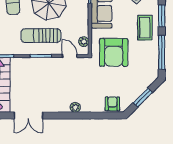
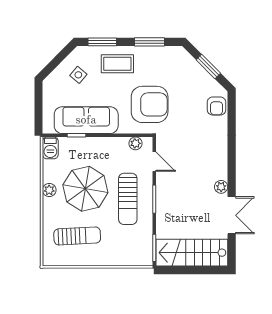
window: (162, 52) -> (150, 42), width x0.69
door: (70, 56) -> (154, 162), swing flipped
armchair: (112, 104) -> (216, 106), turned -90
plant: (75, 107) -> (221, 187), moved

